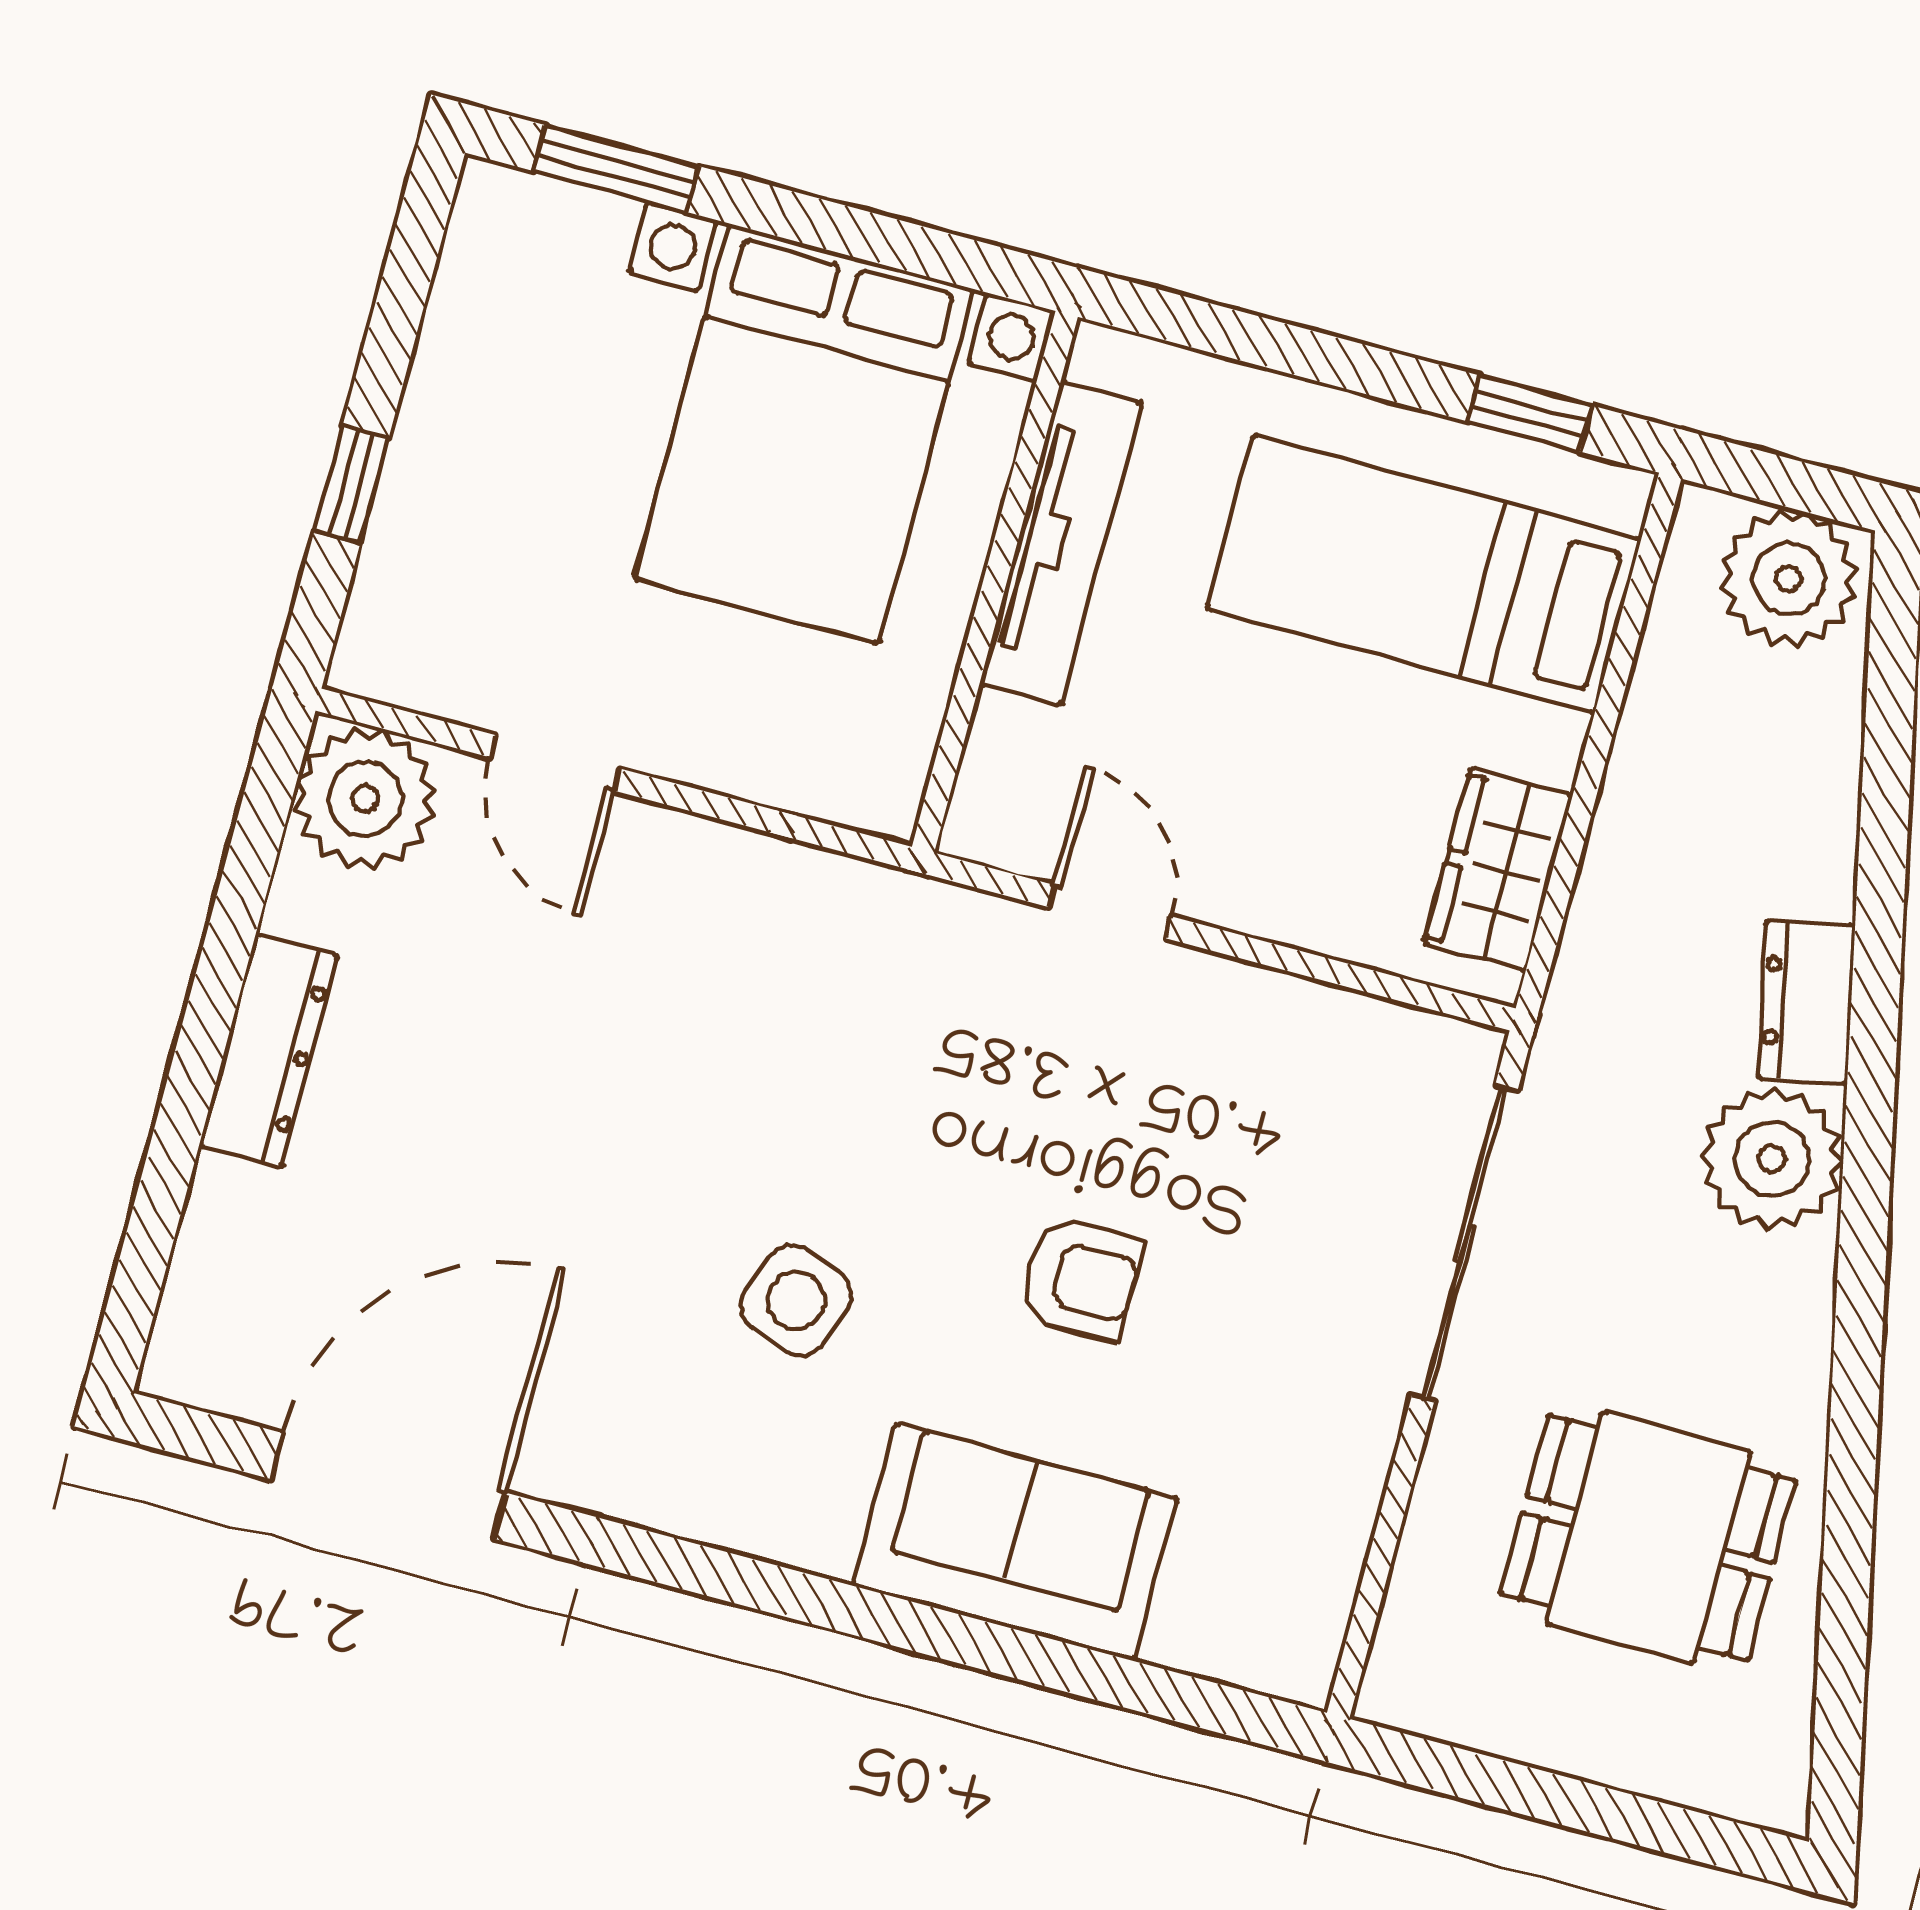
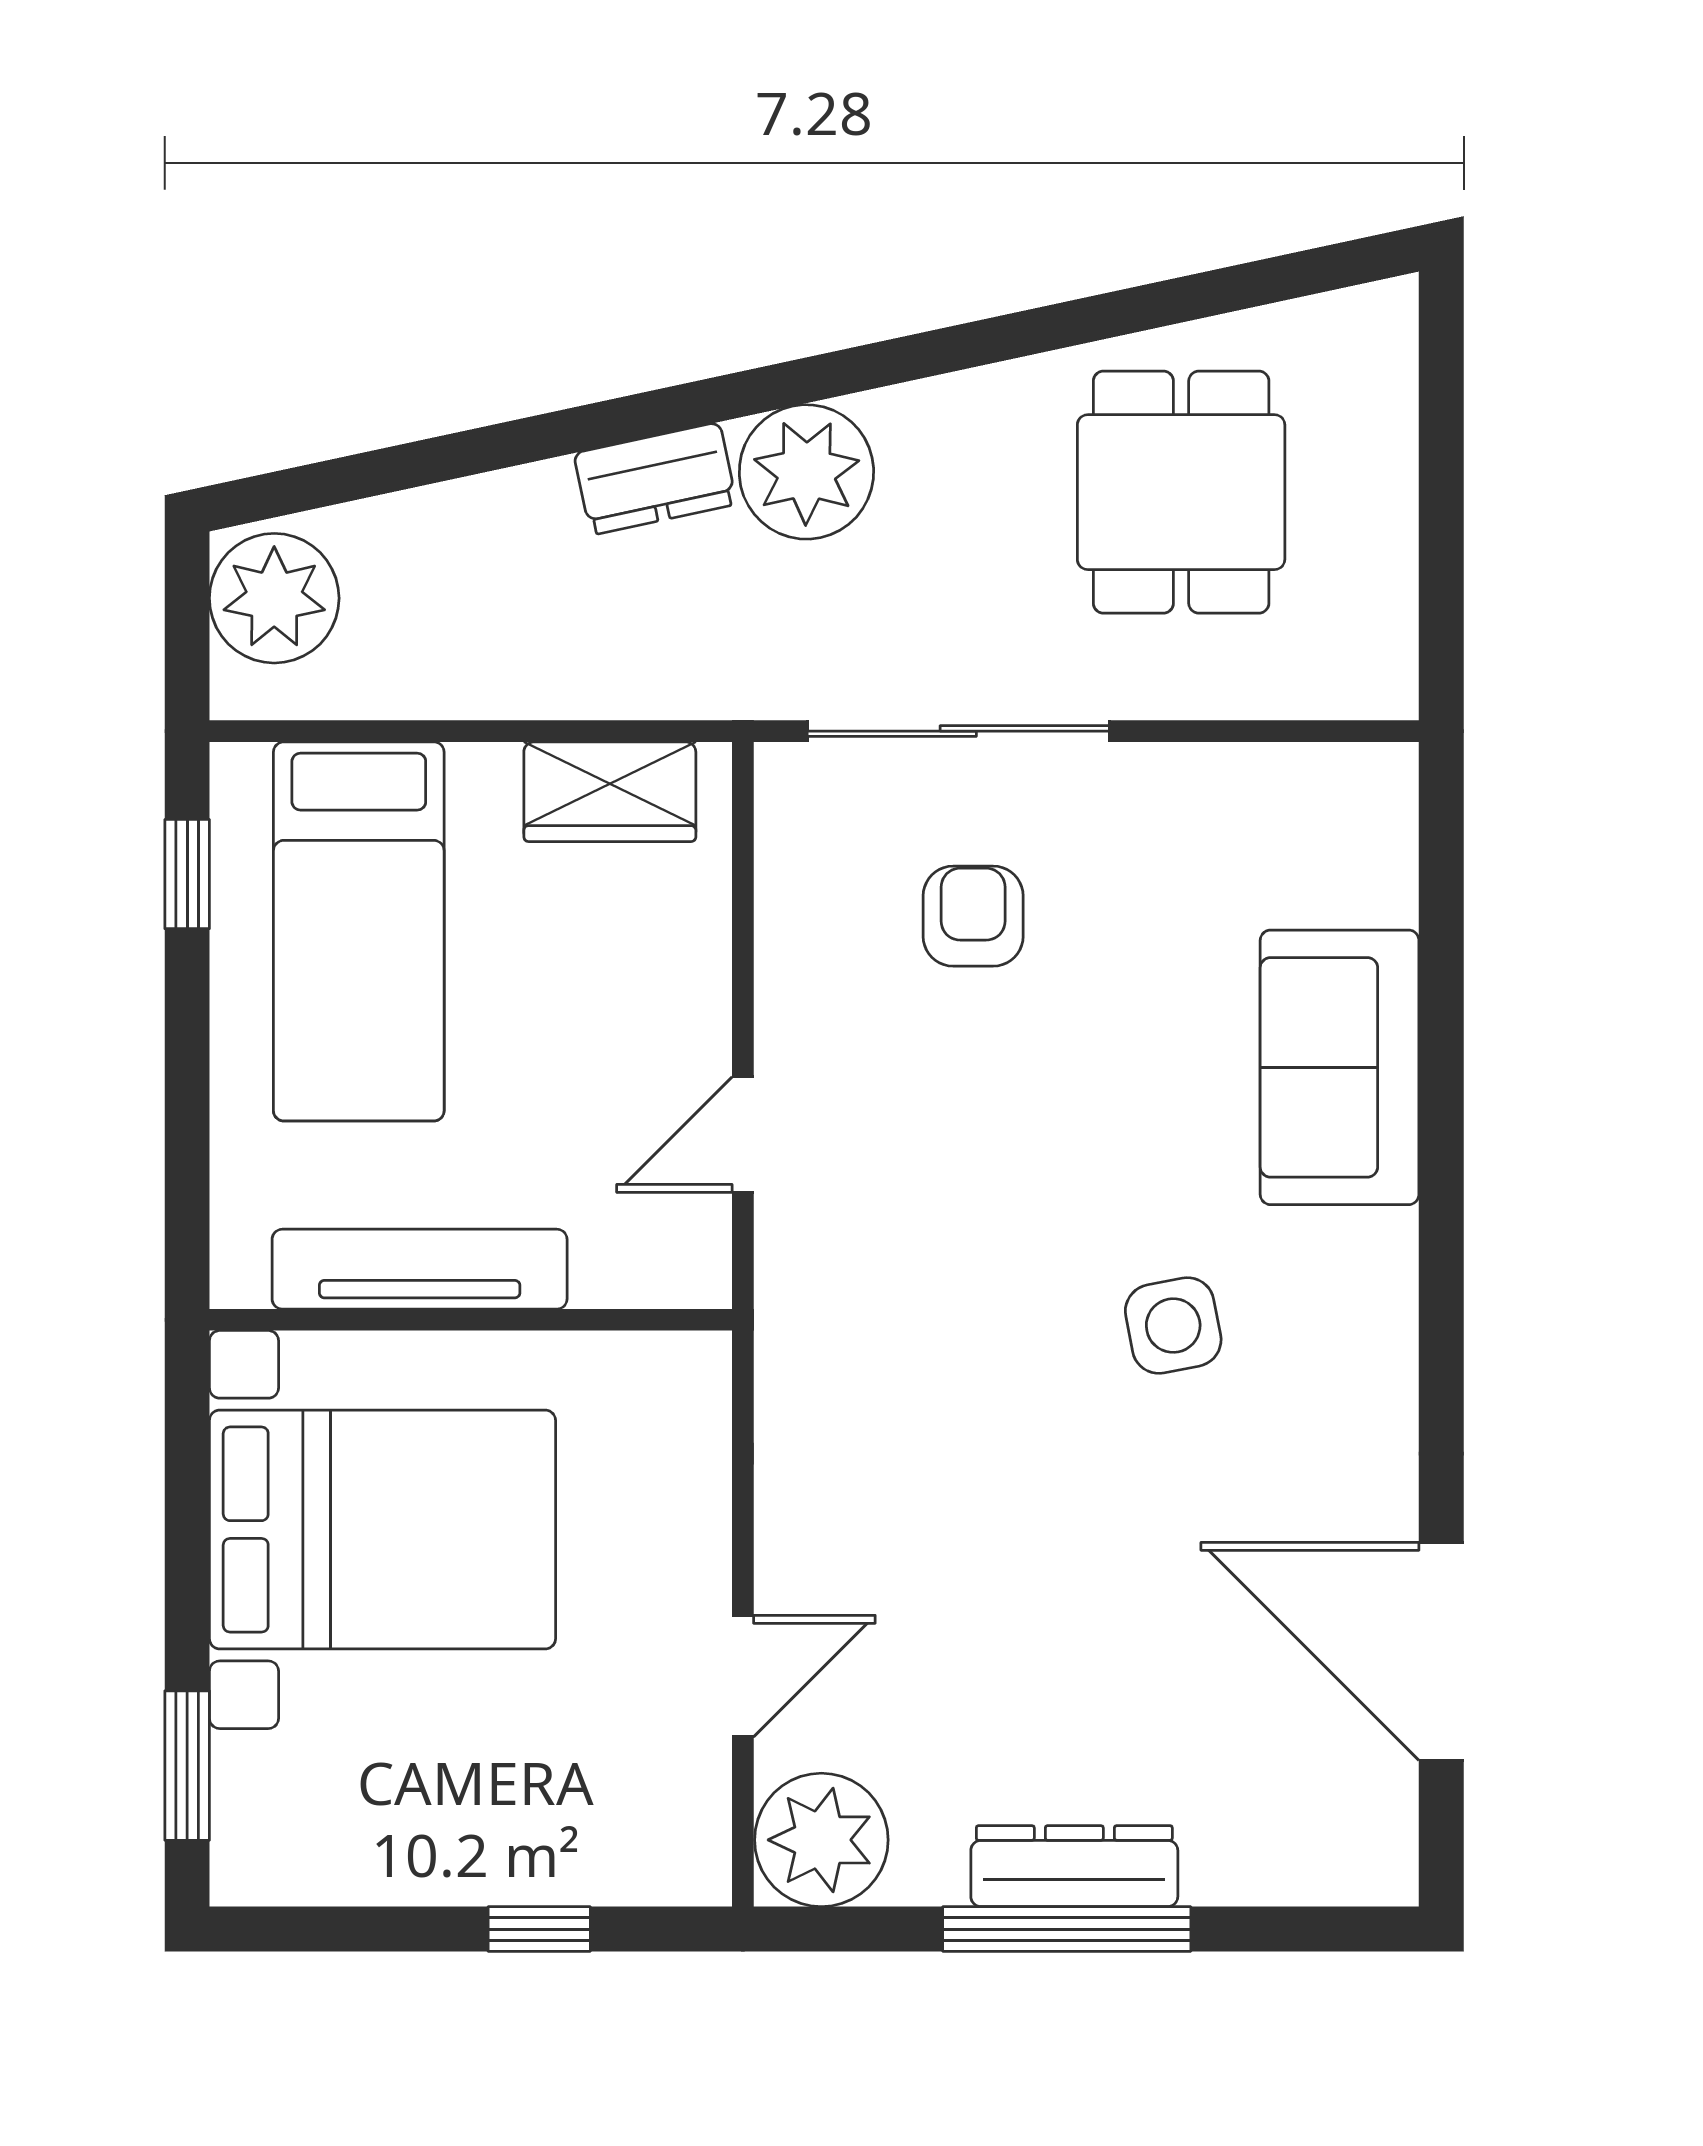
window: (206, 1026) -> (1067, 1929), added
armchair: (1081, 1278) -> (973, 916), moved
side table: (796, 1300) -> (1173, 1326), turned -31

